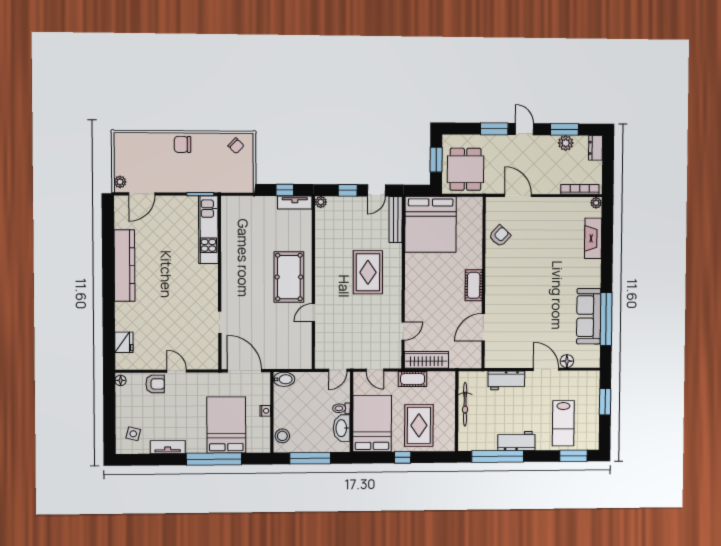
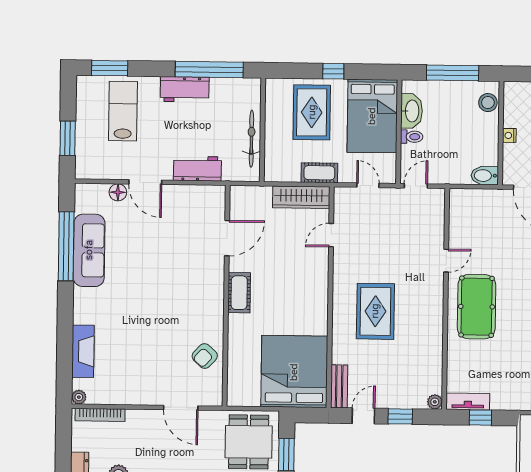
bench: (396, 219) -> (339, 386), width x0.73

